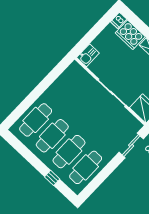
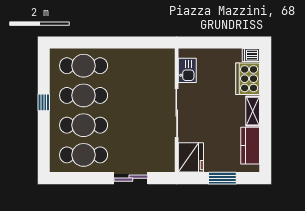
kitchen sink: (88, 55) -> (187, 70), moved, turned -90
sliding door: (131, 145) -> (131, 178), moved
window: (52, 178) -> (44, 102), moved

